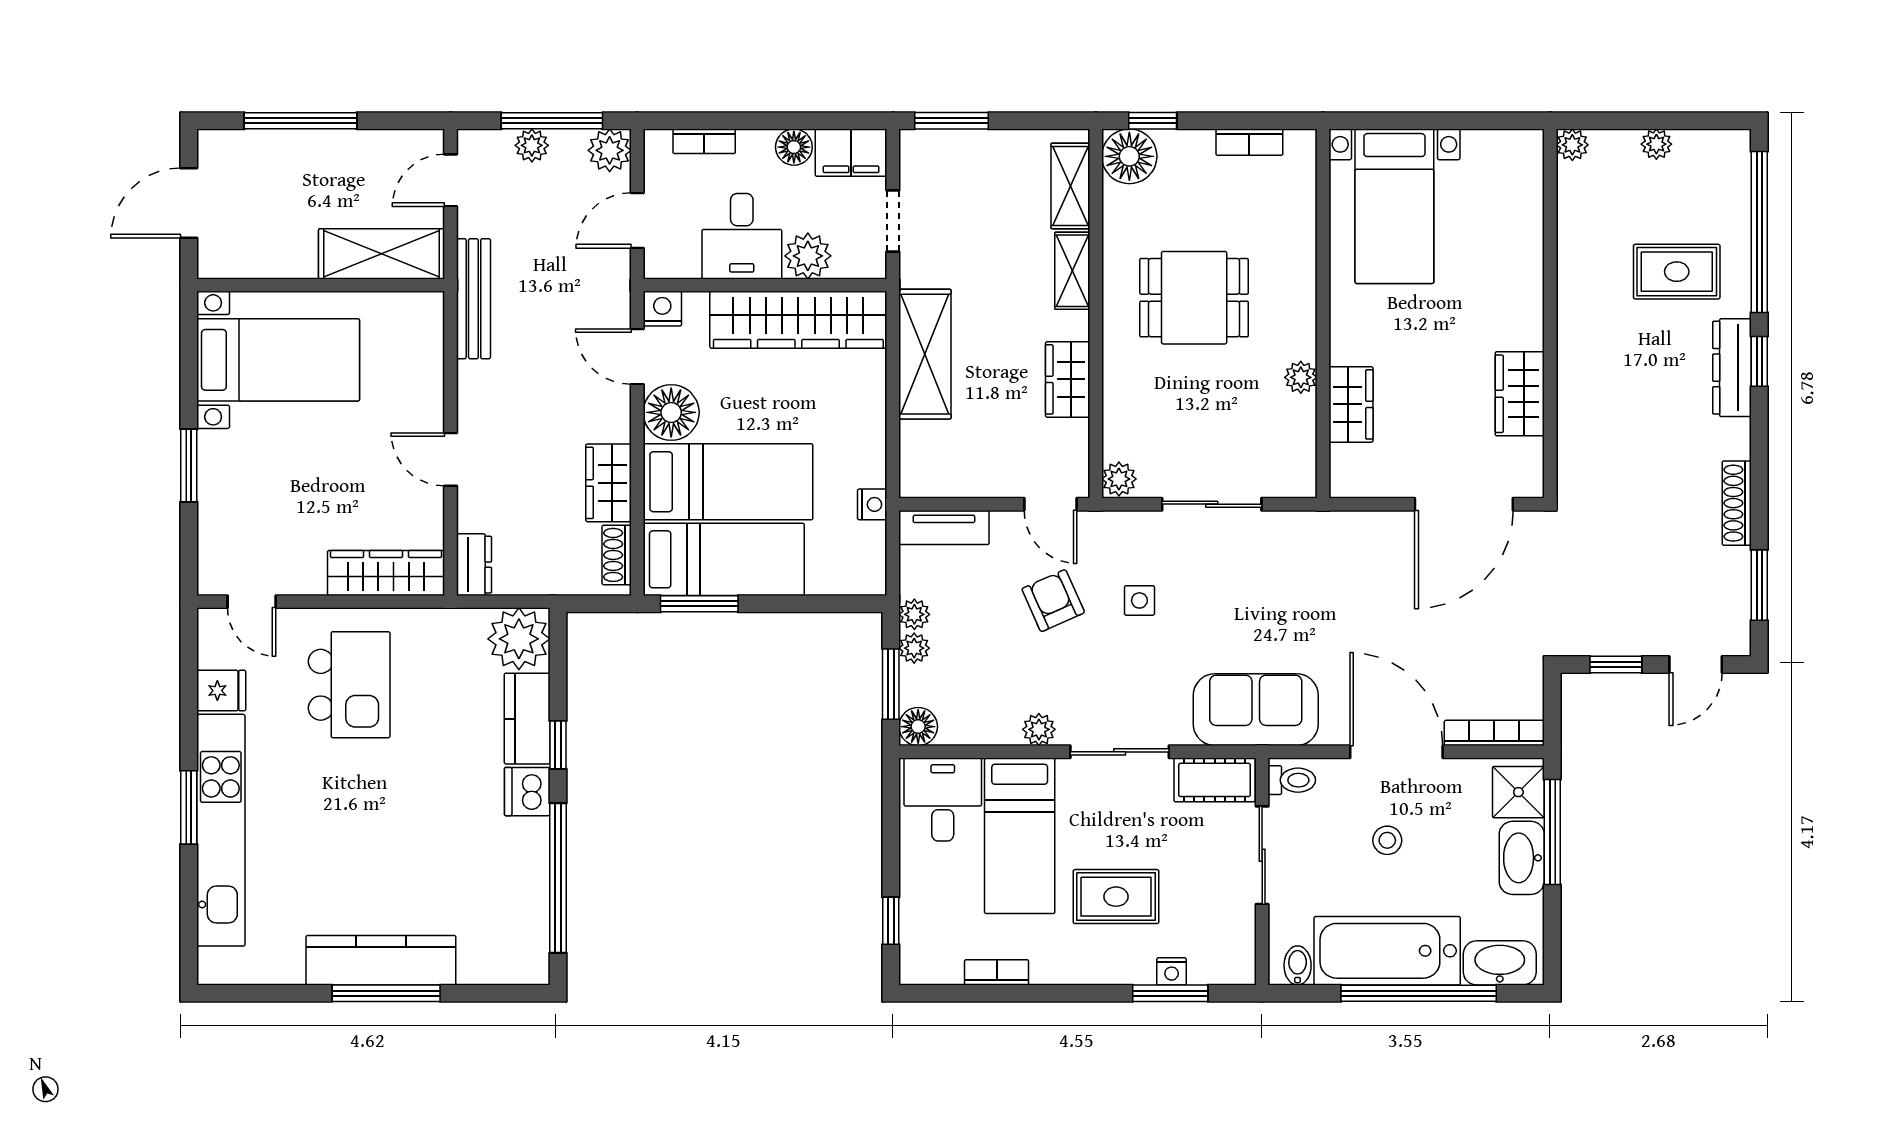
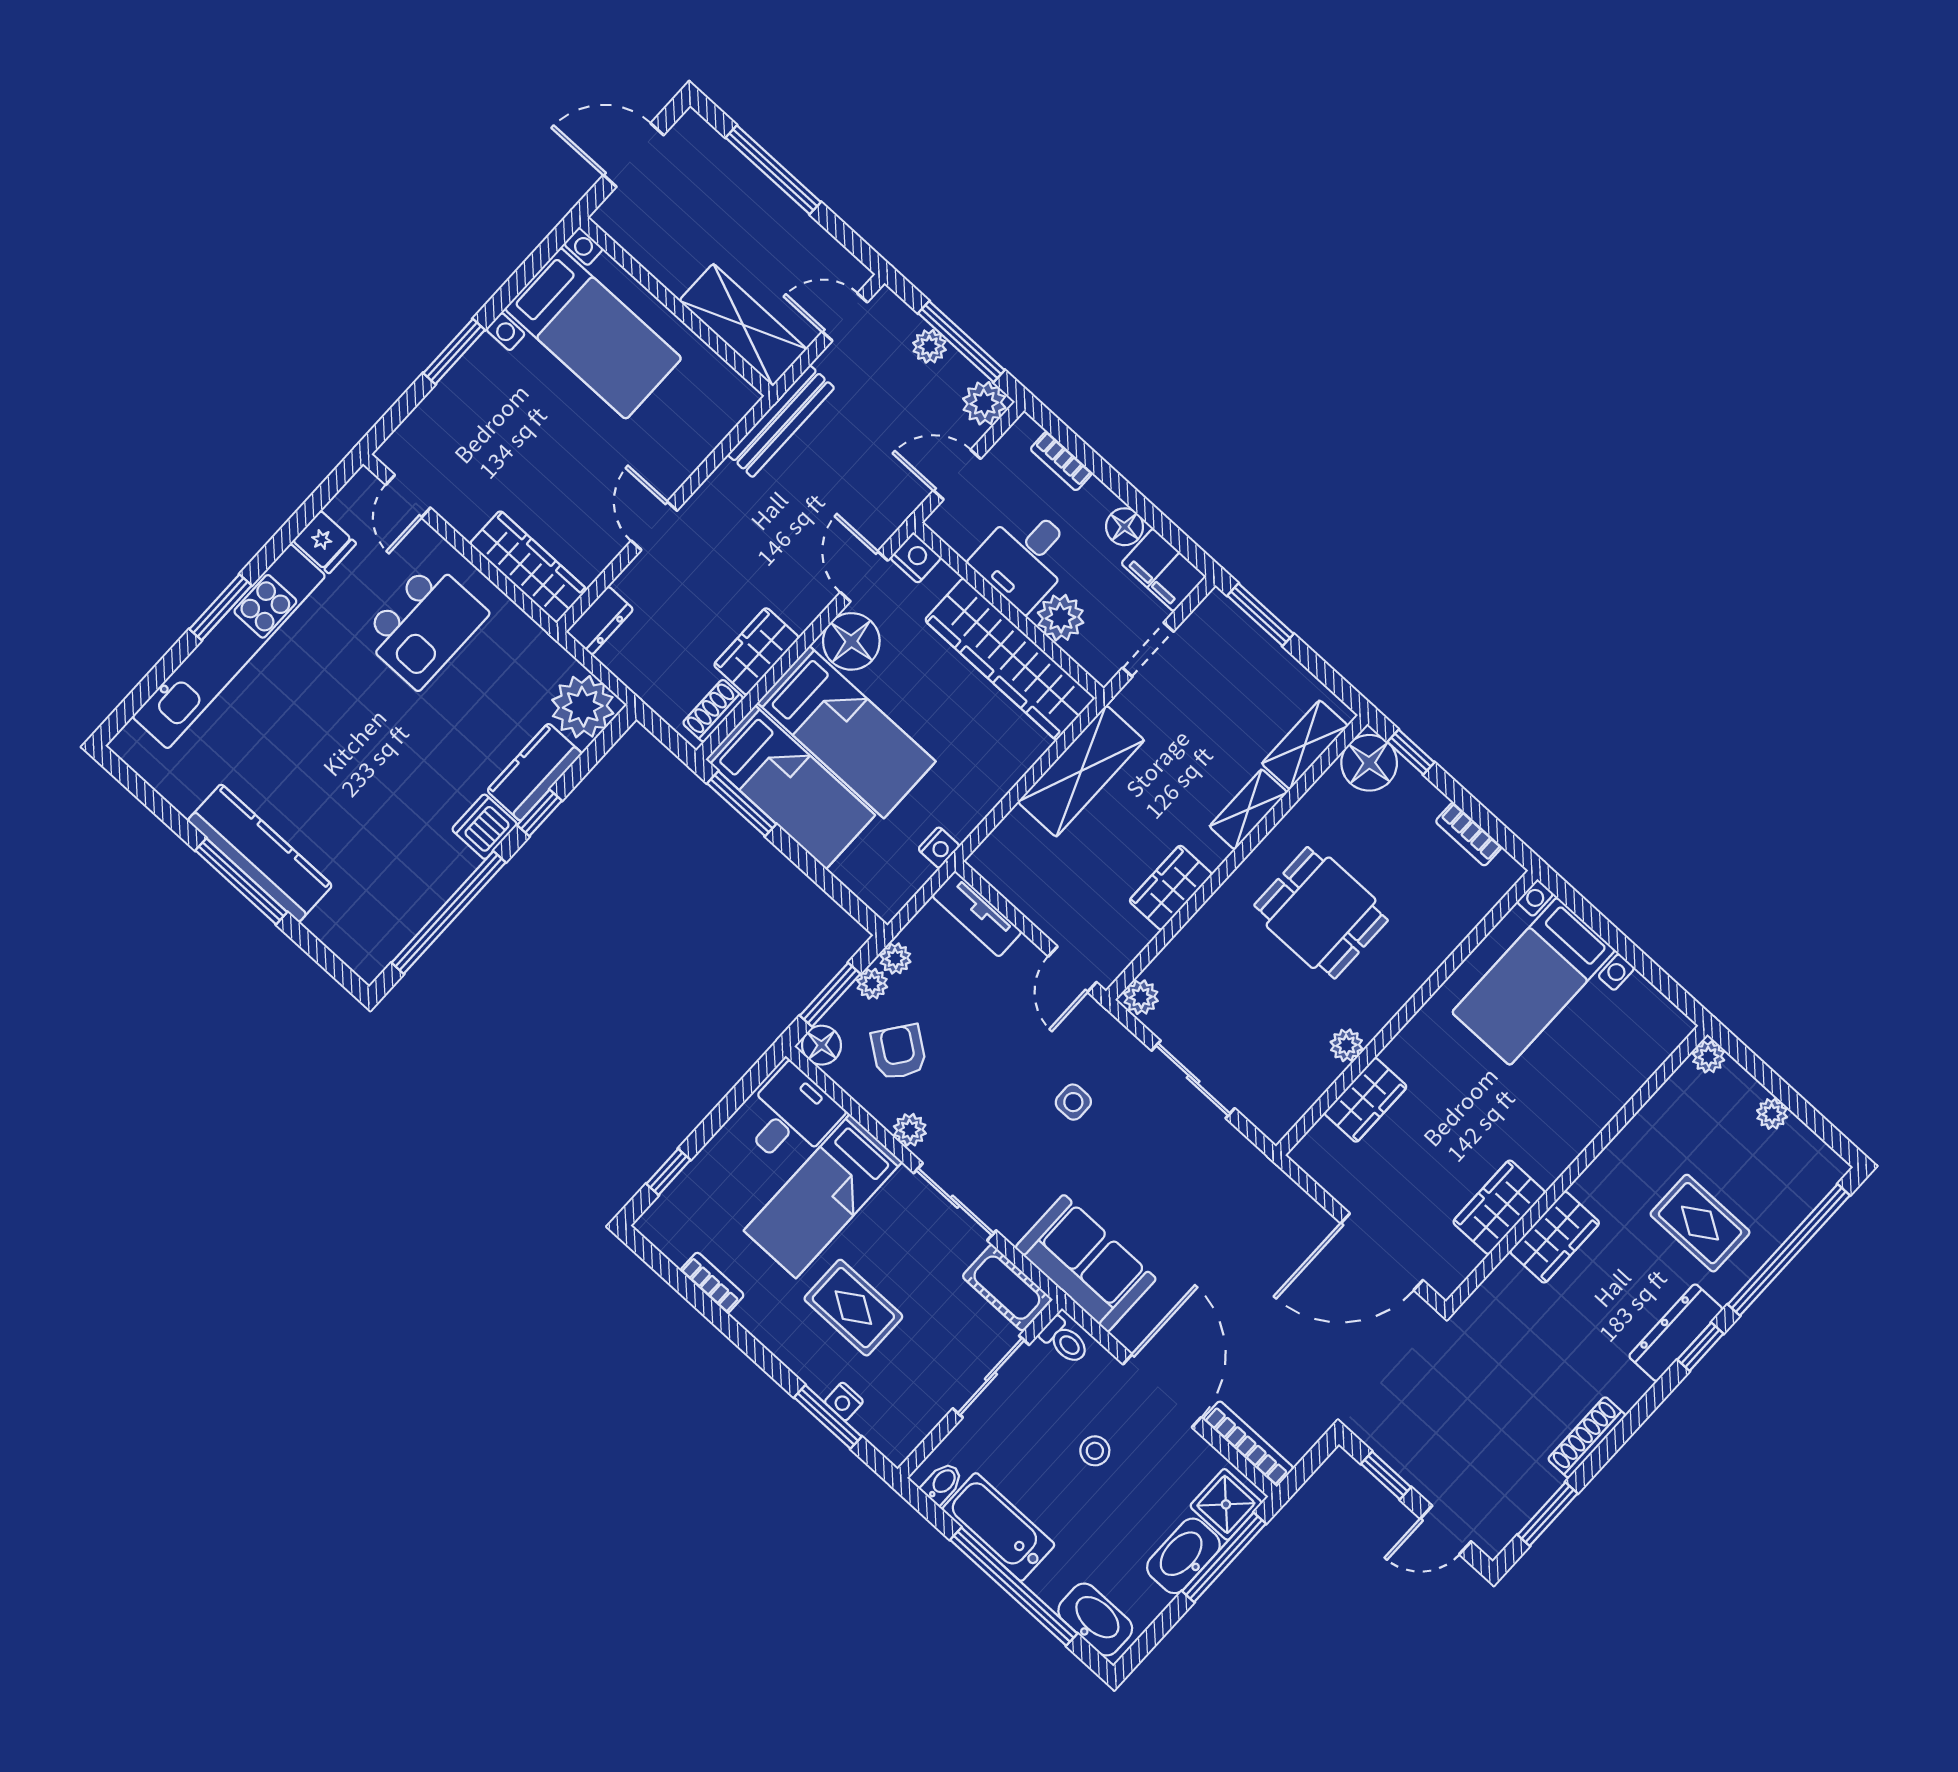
wardrobe: (1580, 379) -> (1555, 1237), added
armchair: (1053, 601) -> (899, 1052), moved, turned -30
bathtub: (1387, 951) -> (998, 1527), width x0.73, depth x0.73

